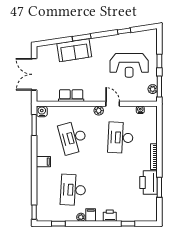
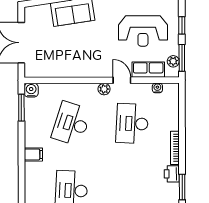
row of seats: (71, 96) -> (148, 70), moved
desk: (73, 138) -> (71, 124), turned 33
printer: (149, 182) -> (172, 174), width x0.53, depth x0.68

